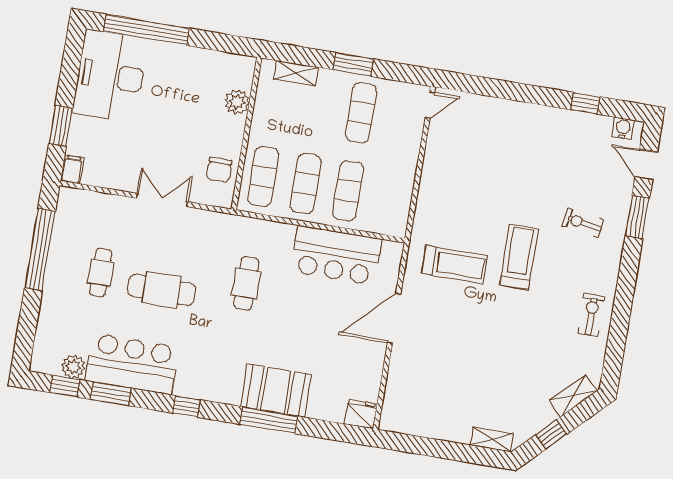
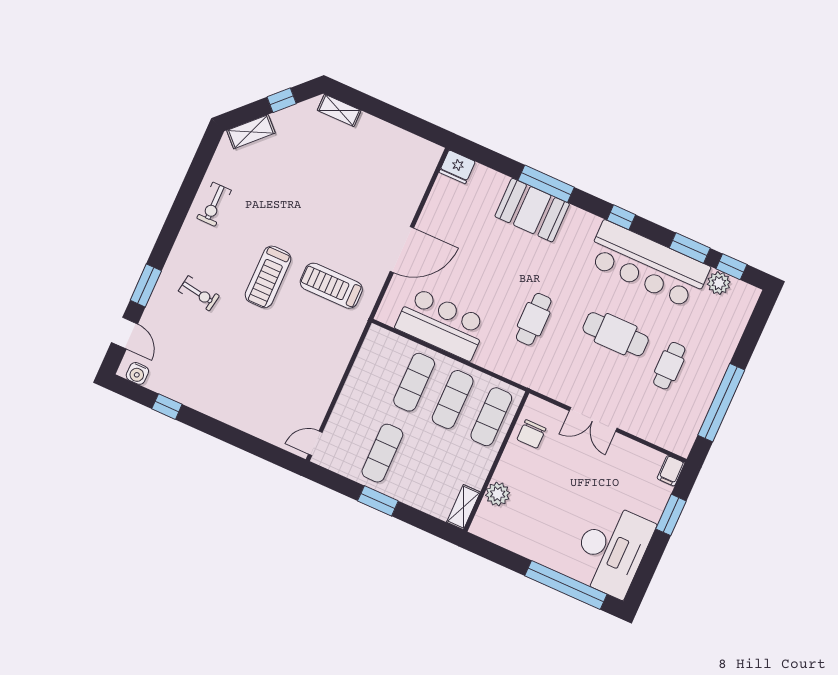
shelving: (296, 73) -> (463, 507), moved, turned 90
chair: (219, 170) -> (531, 434), turned 180
bar counter: (132, 364) -> (648, 265), width x1.36

